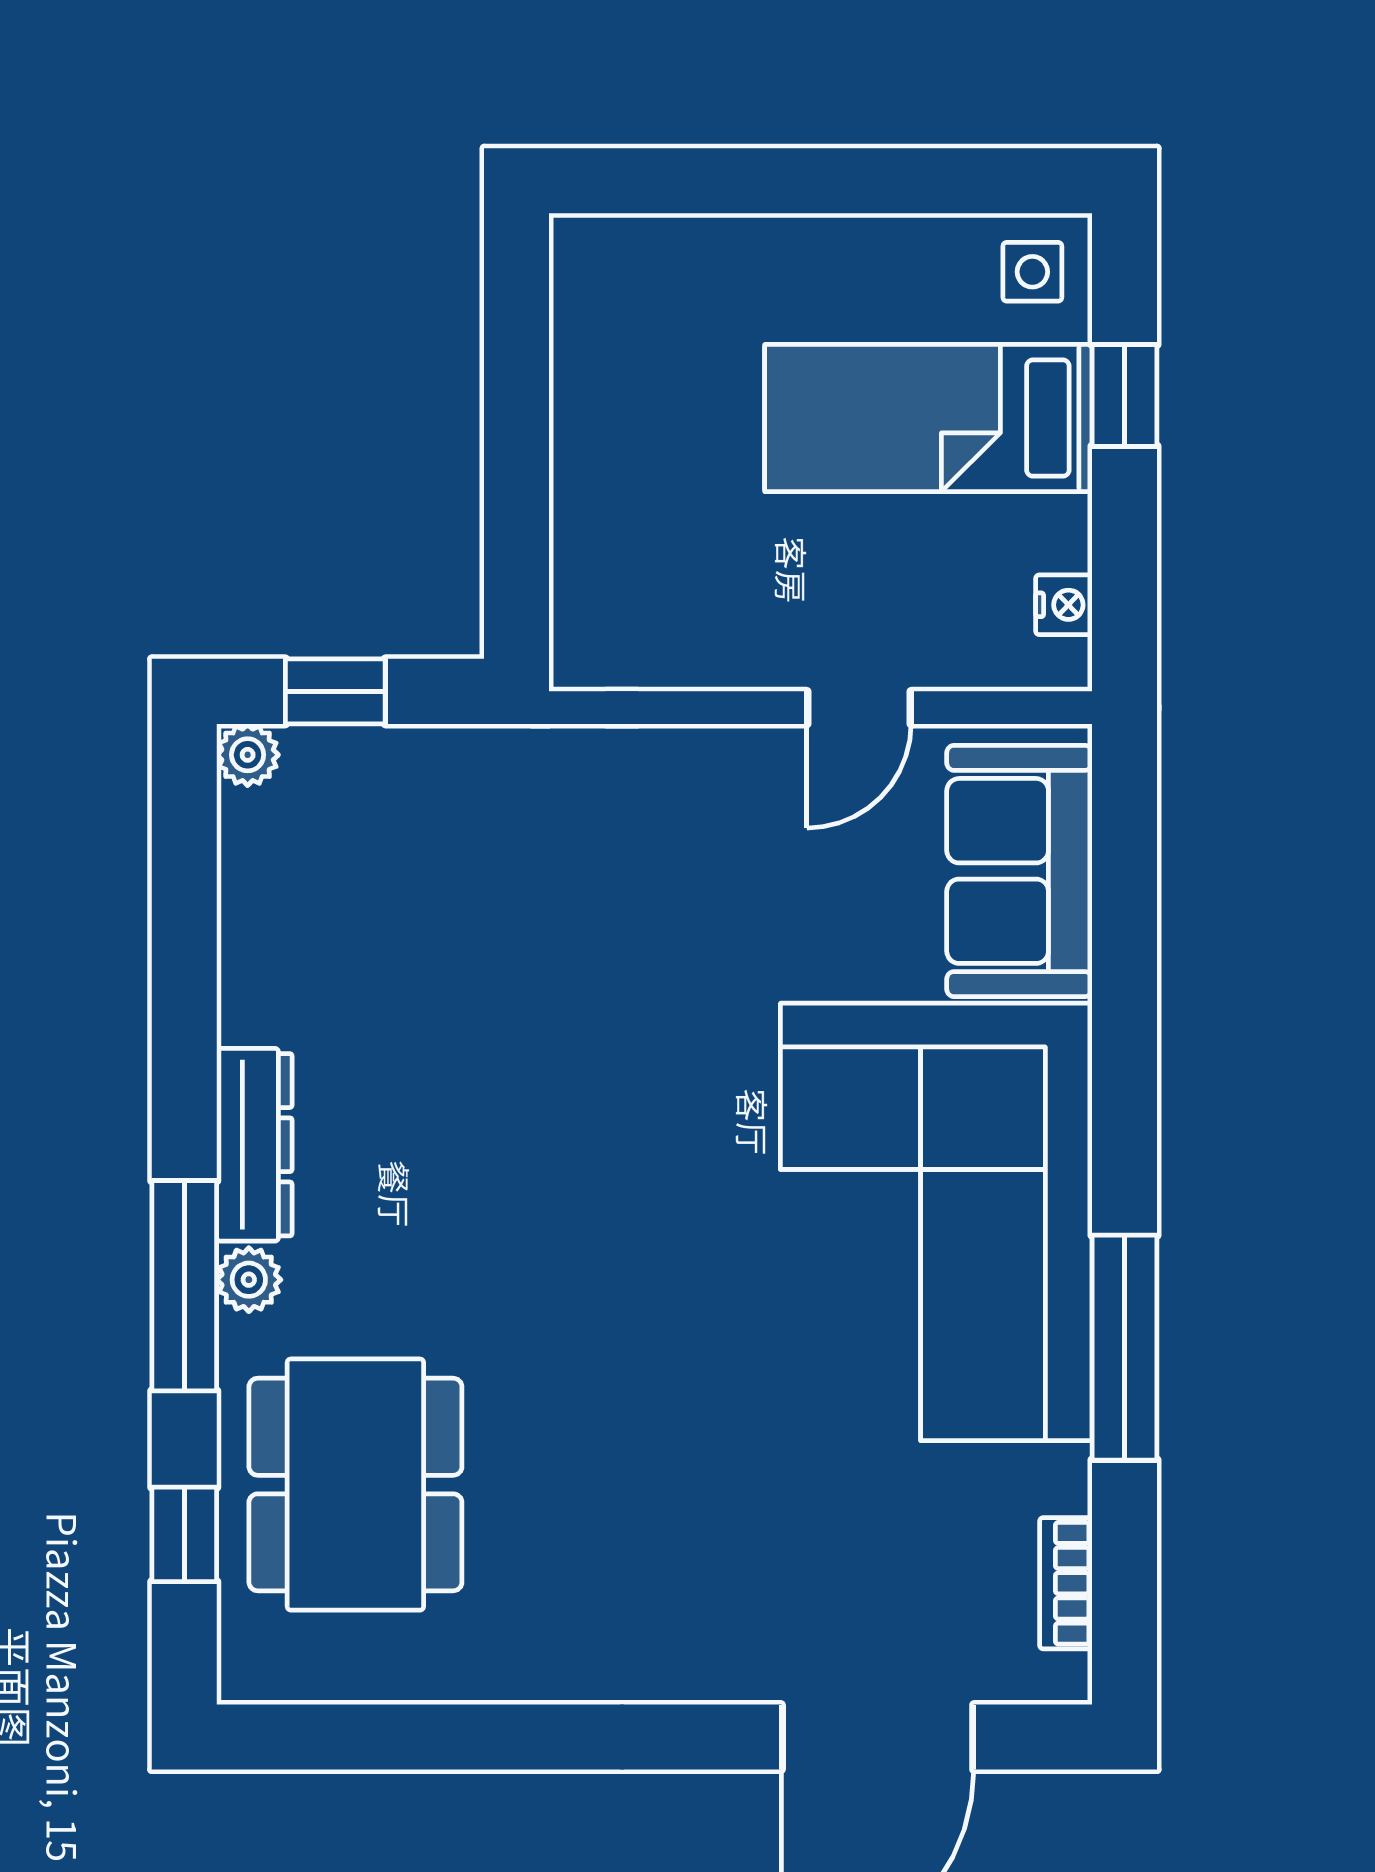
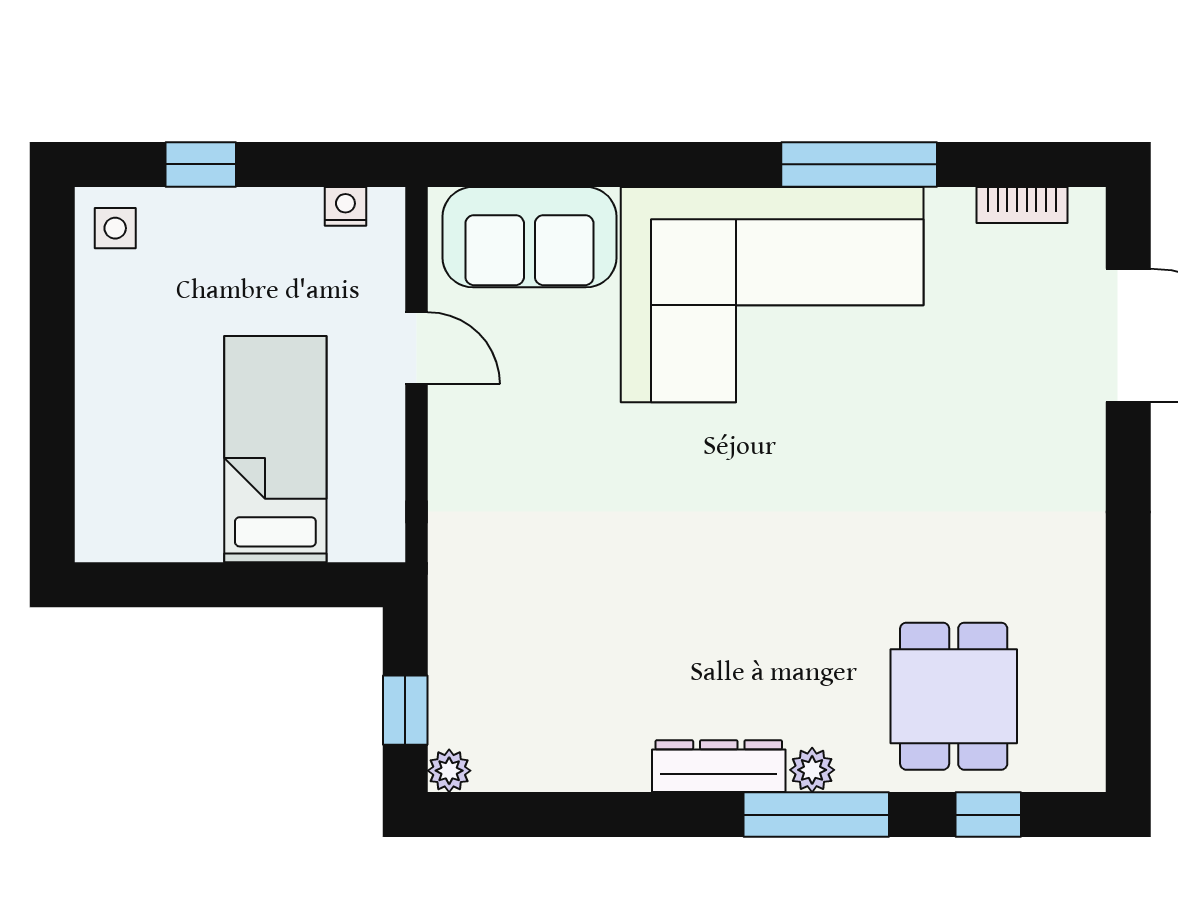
bed: (928, 418) -> (275, 449), moved, turned 180
dining table: (355, 1485) -> (954, 696), width x0.73

